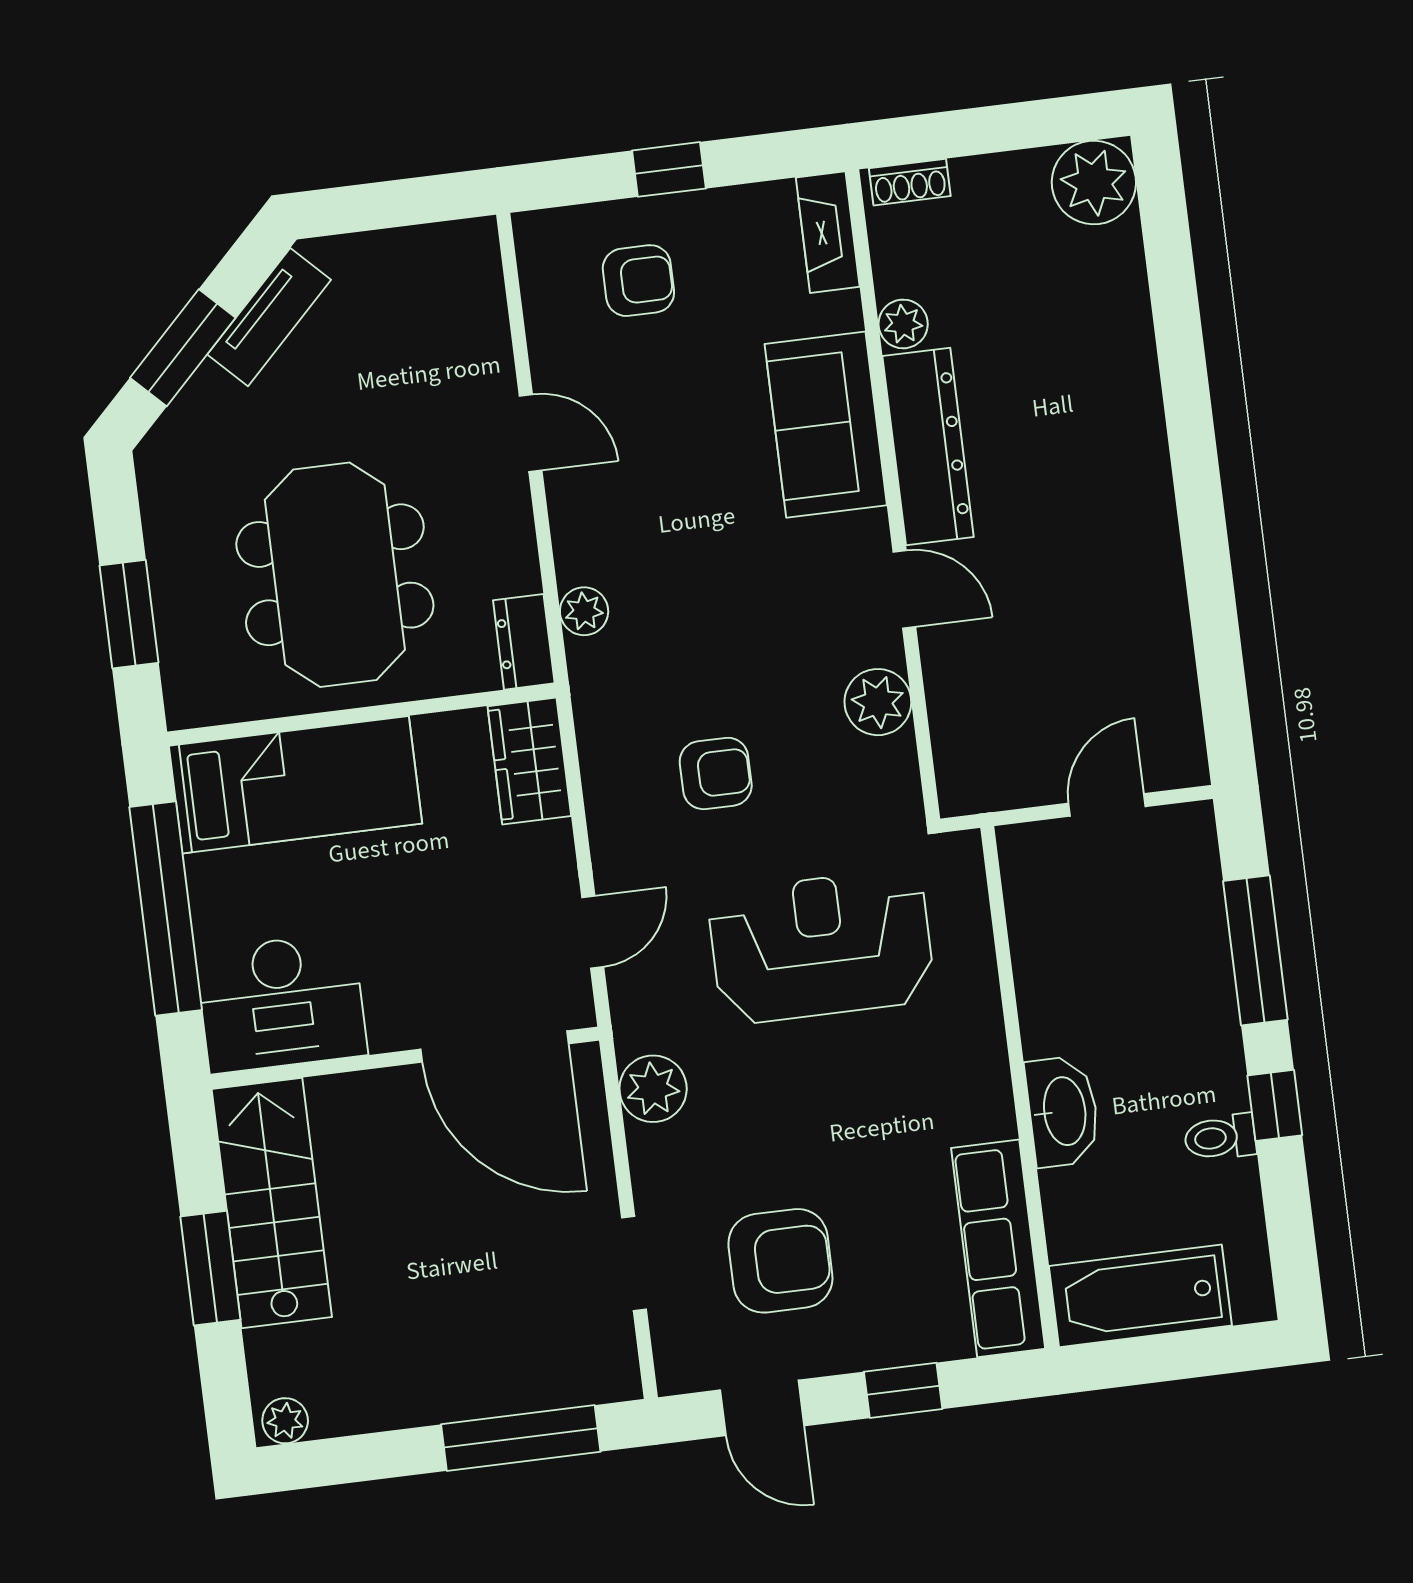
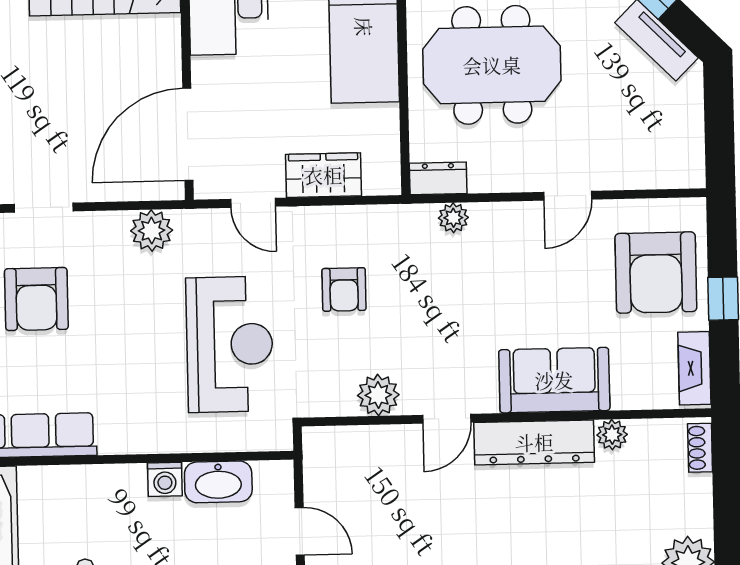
fireplace: (828, 232) -> (694, 368), moved, turned -90
armchair: (638, 281) -> (656, 273), width x1.88, depth x1.88
wardrobe: (529, 761) -> (323, 175), moved
washing machine: (1046, 1027) -> (165, 479), added
washbasin: (1063, 1111) -> (218, 482), moved

